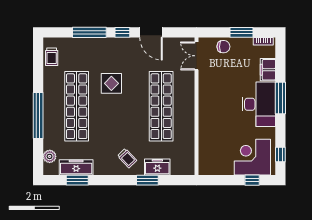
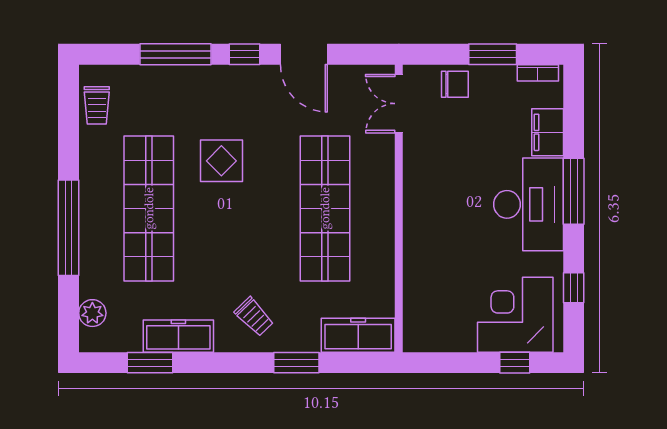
window: (280, 154) -> (574, 288), moved
freezer: (76, 167) -> (178, 336), moved
freezer: (157, 167) -> (358, 335), moved, width x1.40

